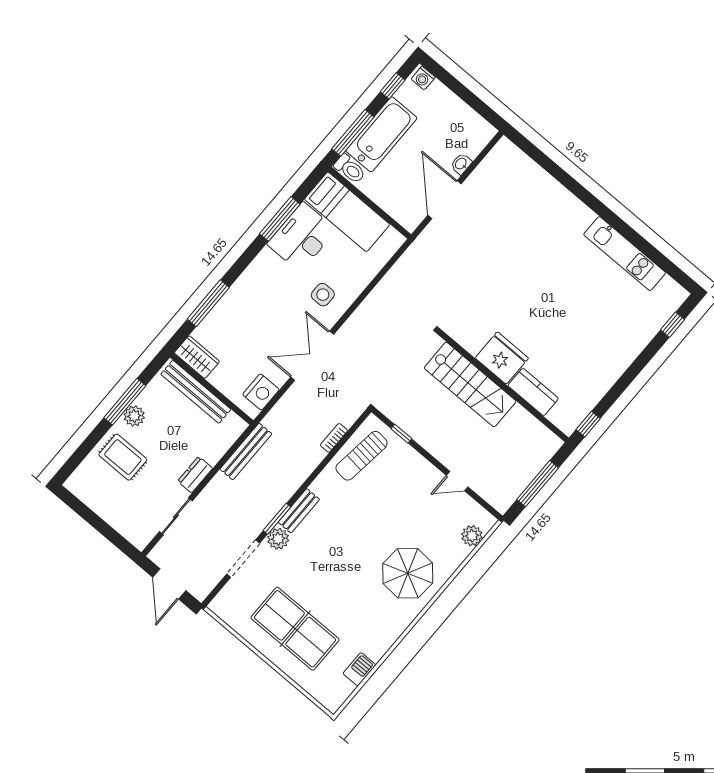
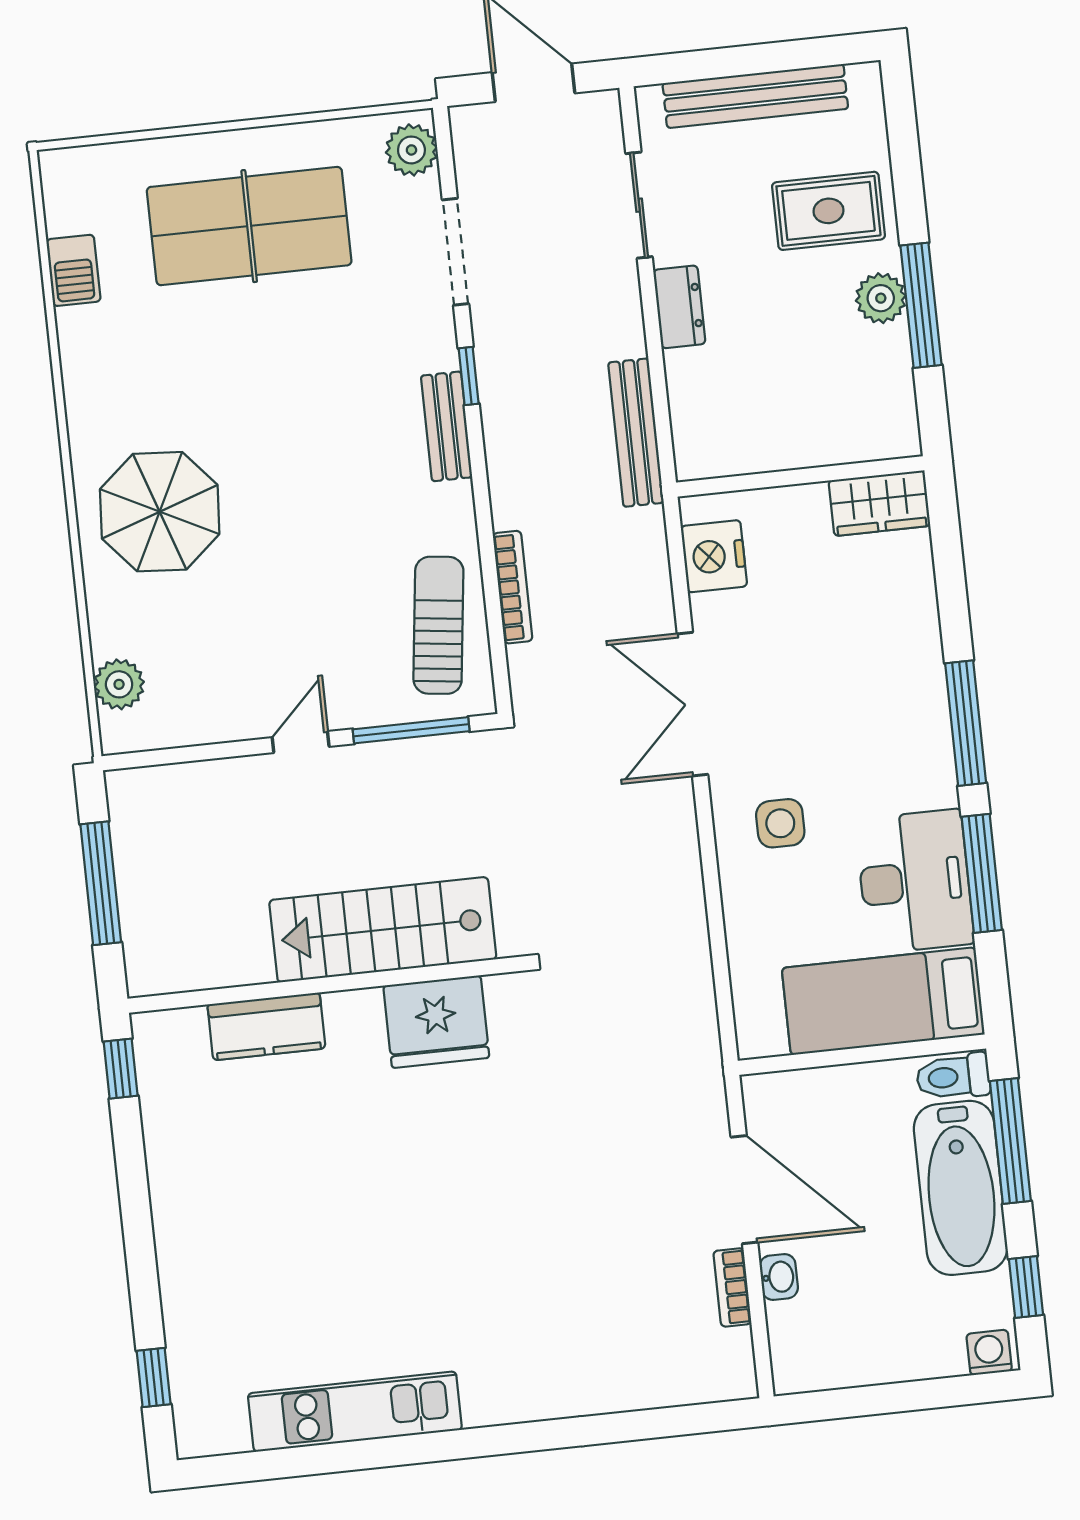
bookcase: (478, 175) -> (732, 1287), added
window: (208, 303) -> (966, 723), moved
double door: (312, 356) -> (692, 704), swing flipped
fridge: (502, 358) -> (436, 1022), moved
bench: (196, 392) -> (755, 96), moved
window: (401, 434) -> (411, 730), width x2.17
bookcase: (334, 438) -> (513, 587), width x1.56
door: (457, 481) -> (301, 742), moved
window: (277, 519) -> (469, 376), width x0.67
plant: (278, 539) -> (411, 150), moved

